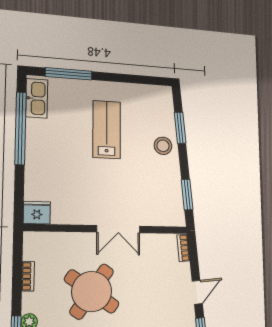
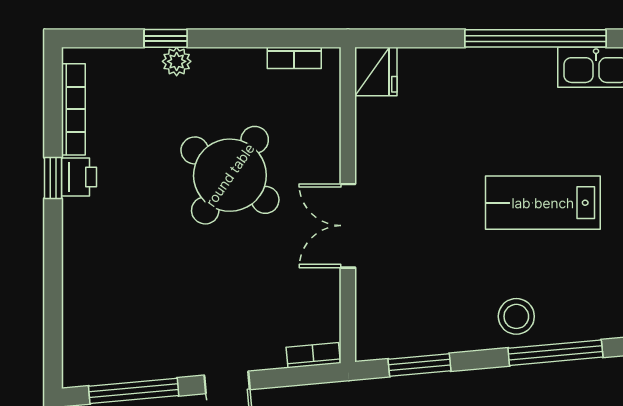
window: (180, 128) -> (555, 353), width x1.44
lab bench: (107, 129) -> (543, 203), turned 180
bookcase: (28, 276) -> (294, 58), moved

